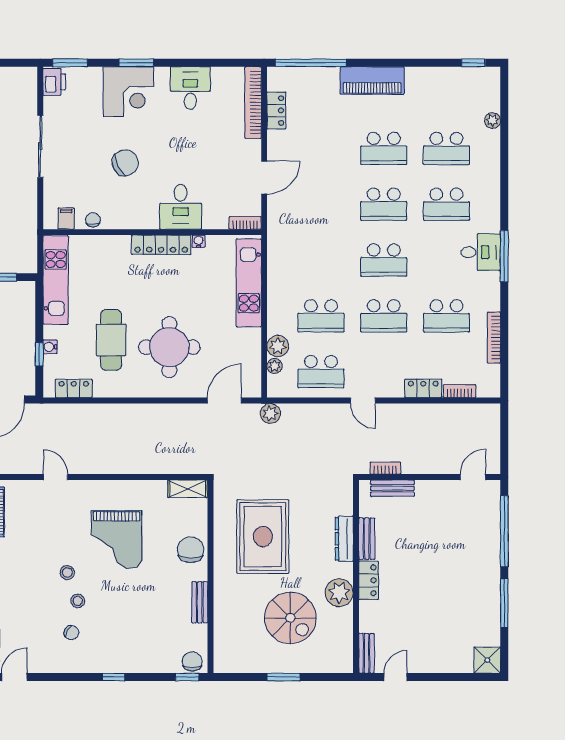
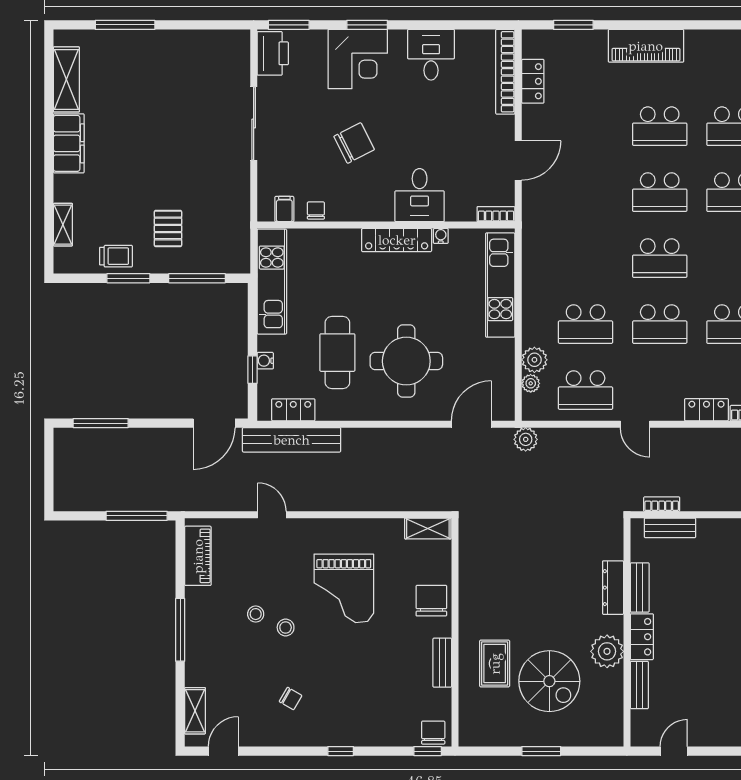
window: (311, 63) -> (573, 25), width x0.47
printer: (54, 82) -> (273, 53), width x1.37, depth x1.19
bench: (72, 414) -> (292, 440), added
rug: (263, 537) -> (495, 664), moved, width x0.54, depth x0.49
stool: (78, 601) -> (256, 614), moved
bench: (366, 653) -> (639, 685), moved

